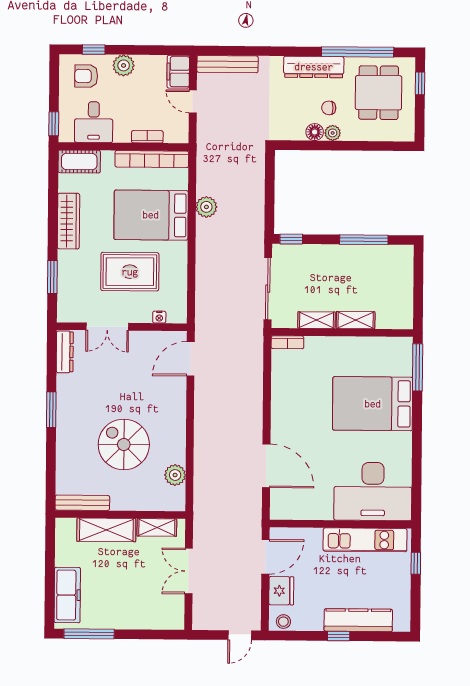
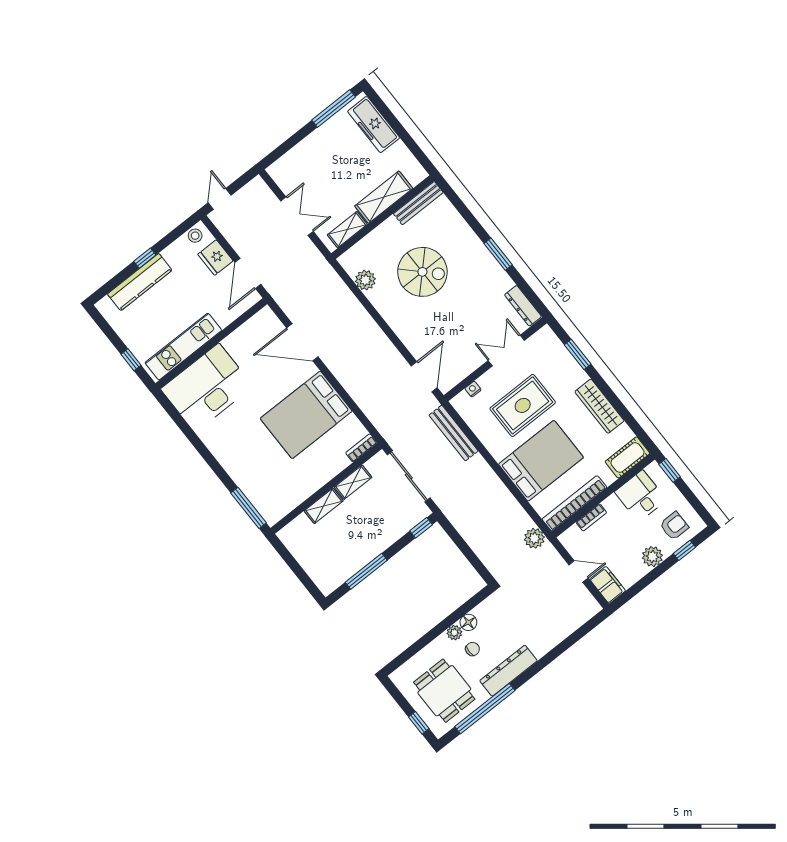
bench: (227, 64) -> (454, 433), moved, turned 90
plant: (206, 207) -> (534, 538), moved
bed: (373, 404) -> (306, 415), moved, turned 180

